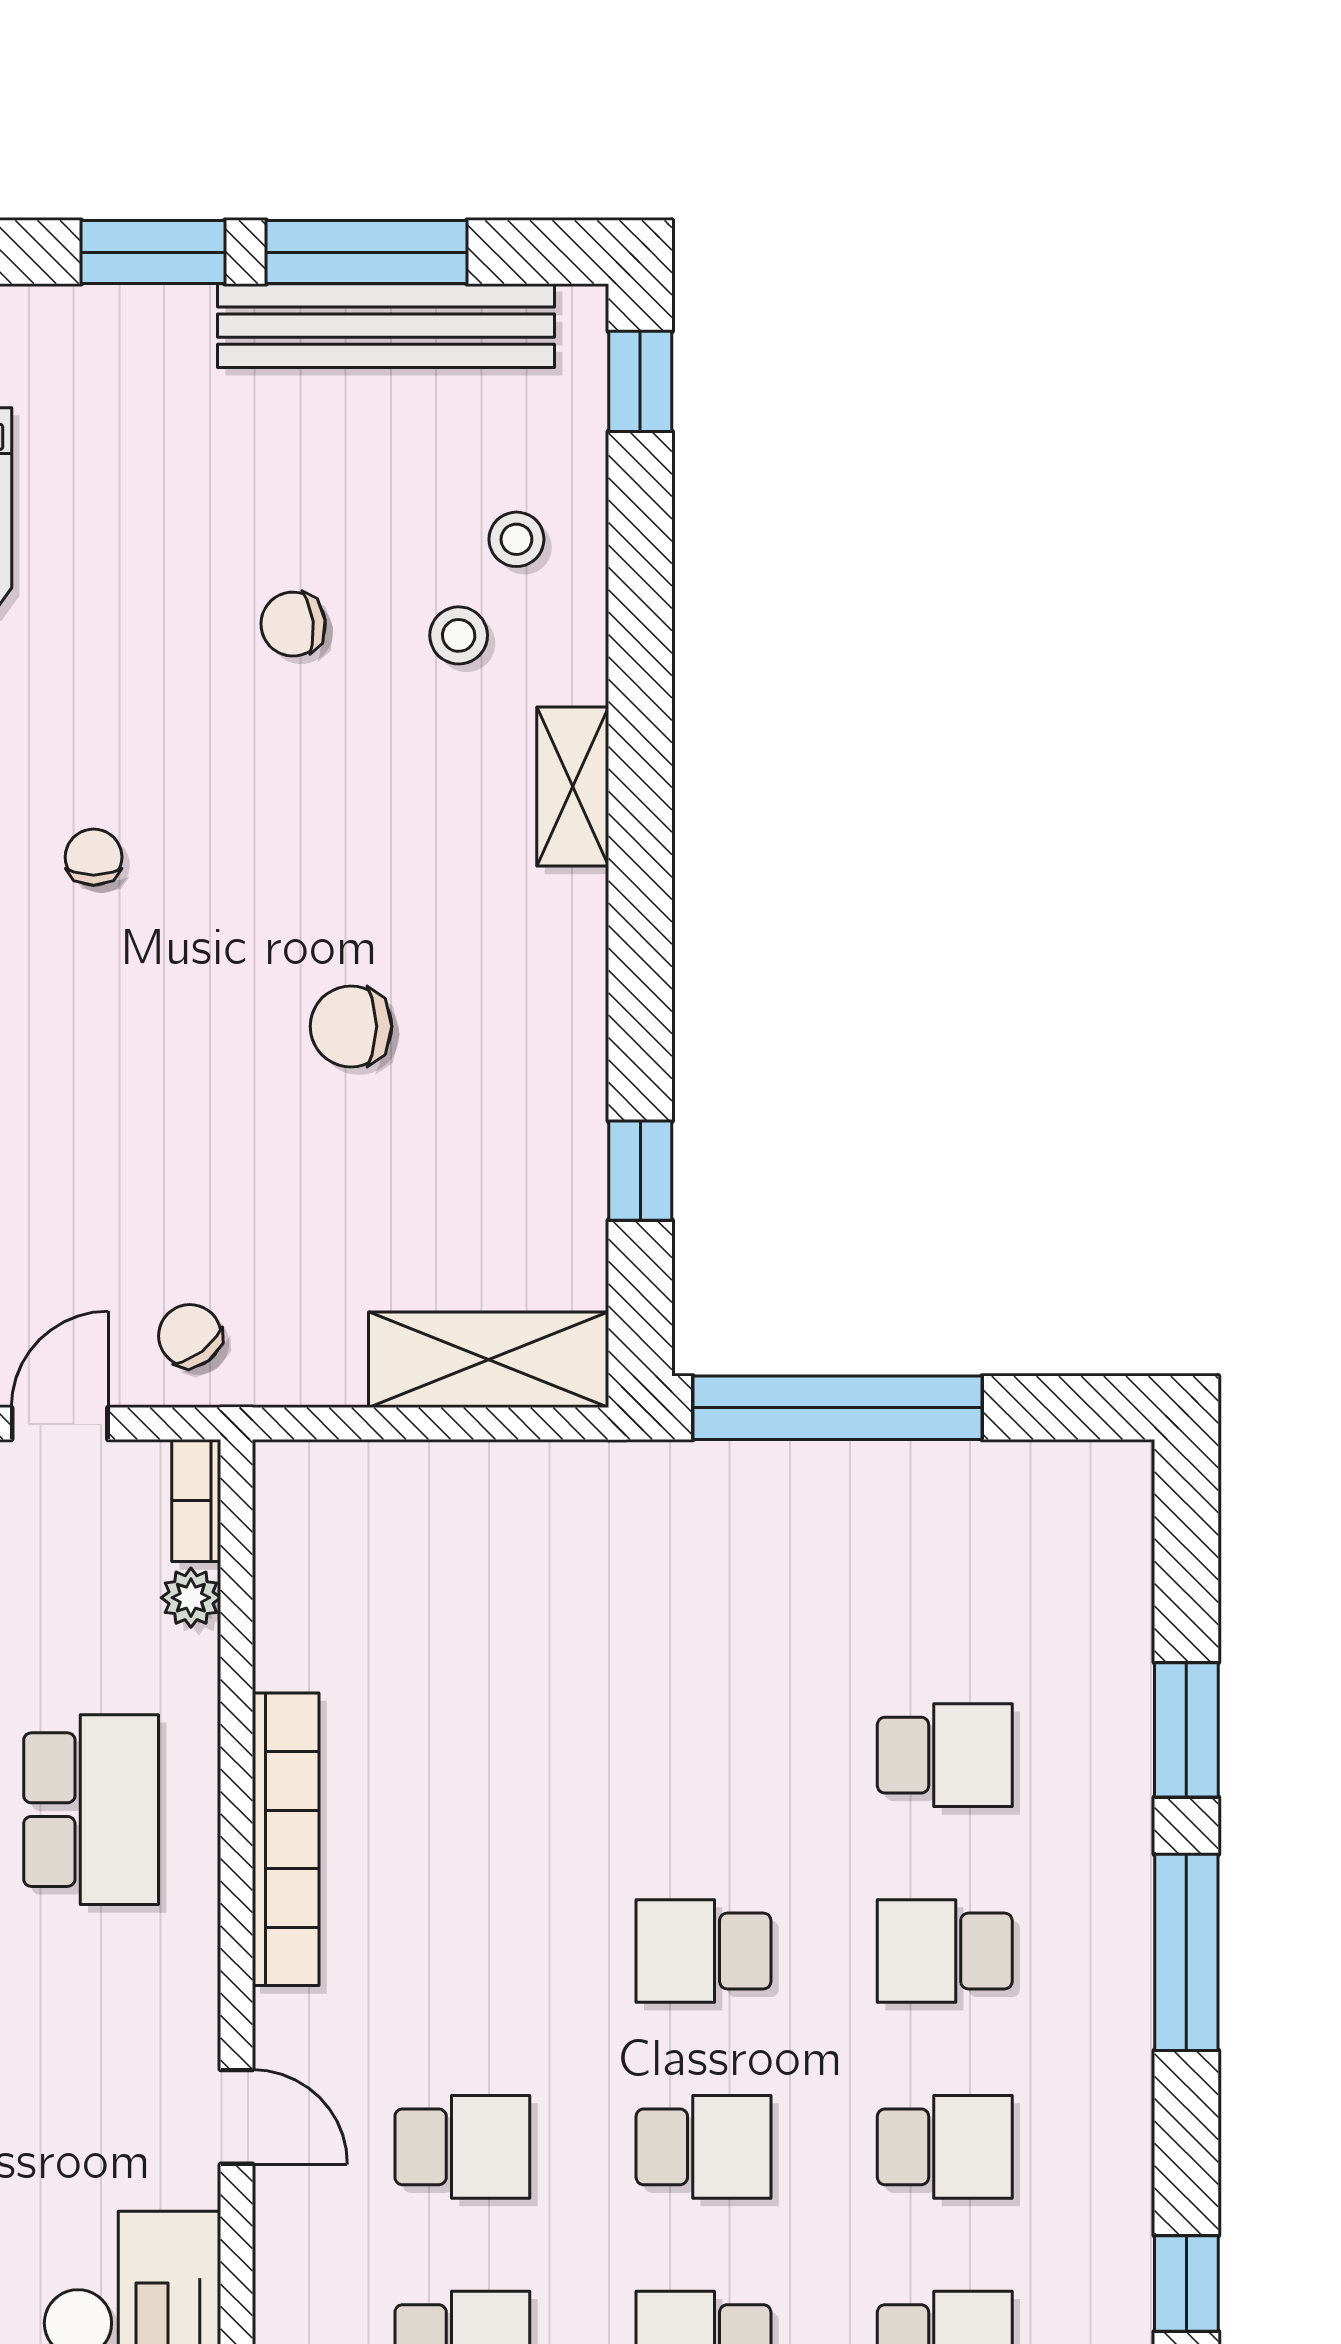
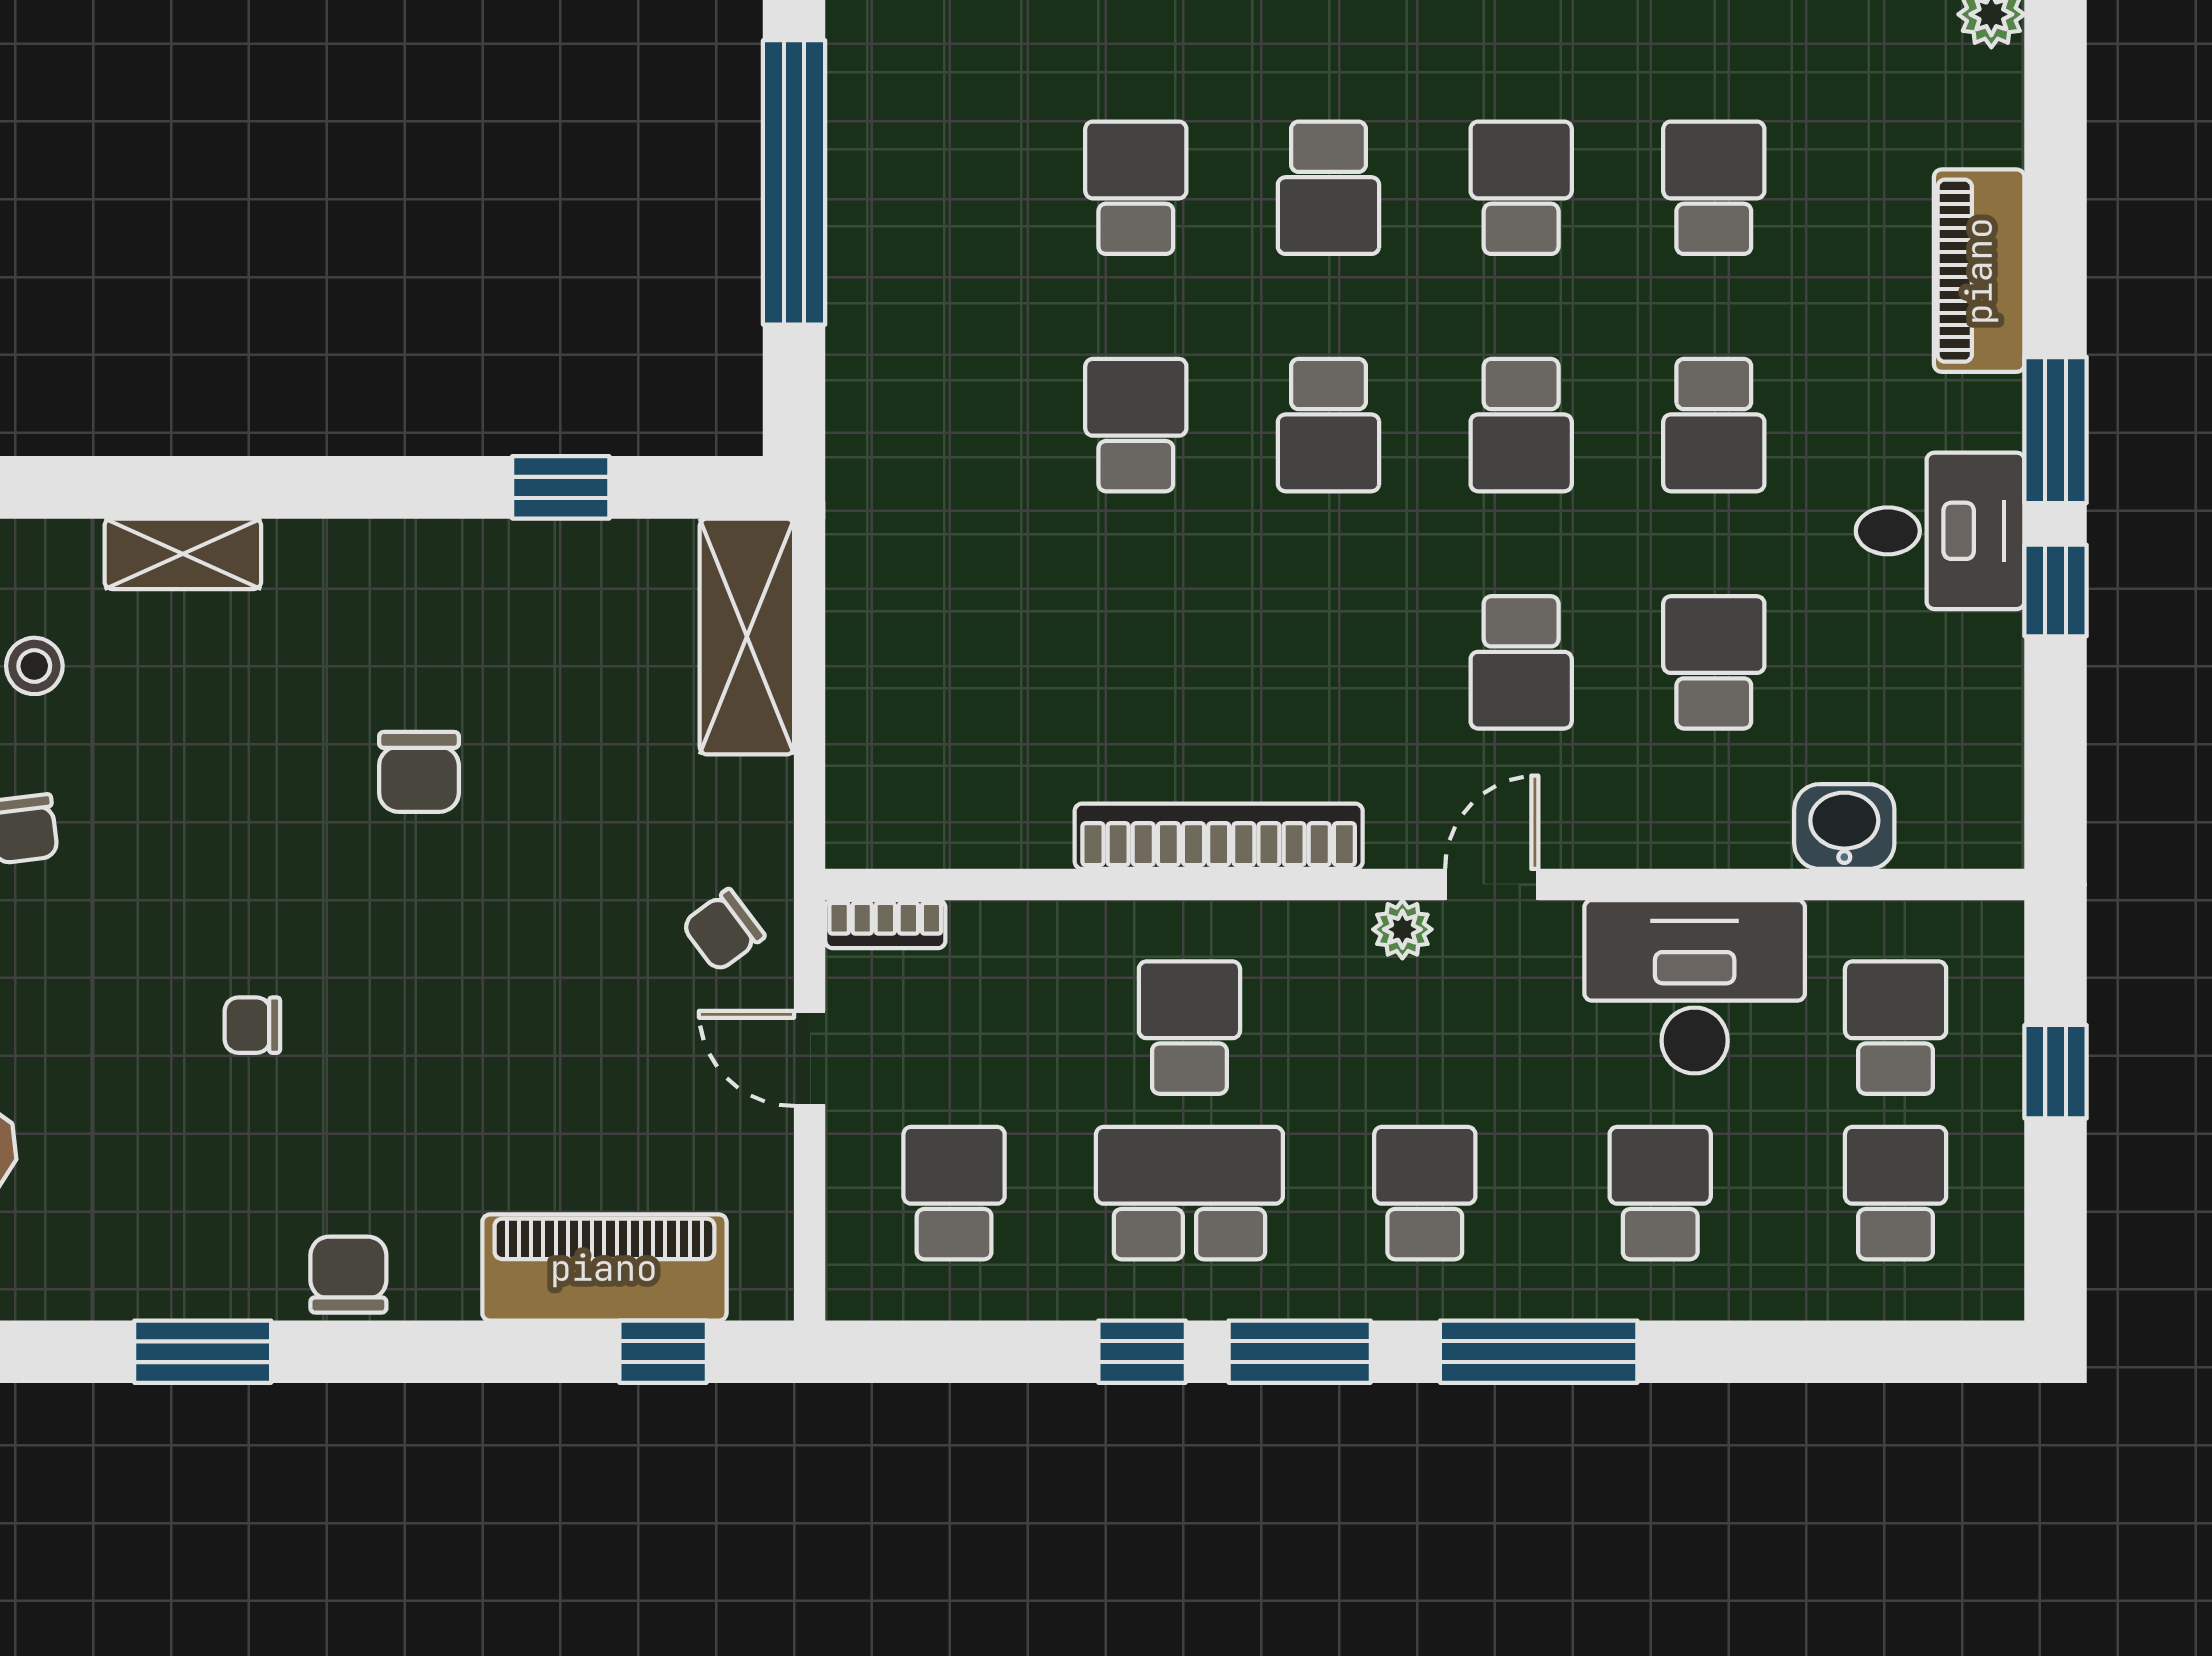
window: (838, 1408) -> (794, 182), moved
plant: (191, 1598) -> (1402, 929), moved
school desk: (704, 1755) -> (1136, 425), added
school desk: (91, 1810) -> (1189, 1028), width x0.54
school desk: (462, 2147) -> (1521, 662), turned 180
school desk: (704, 2147) -> (1521, 425), turned 180

